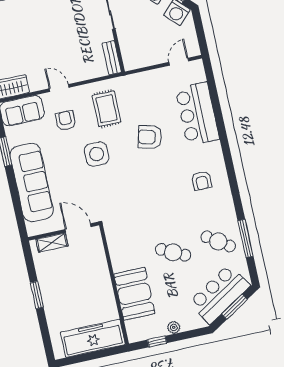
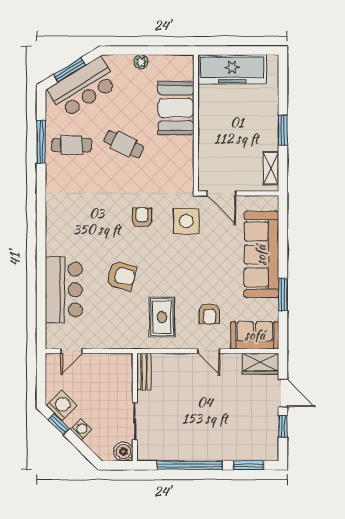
side table: (97, 154) -> (186, 221), moved
armchair: (202, 181) -> (142, 217), moved
cafe table: (218, 241) -> (72, 145), turned -34
shelving: (52, 243) -> (271, 168), moved, turned 90
window: (157, 341) -> (162, 50), removed

